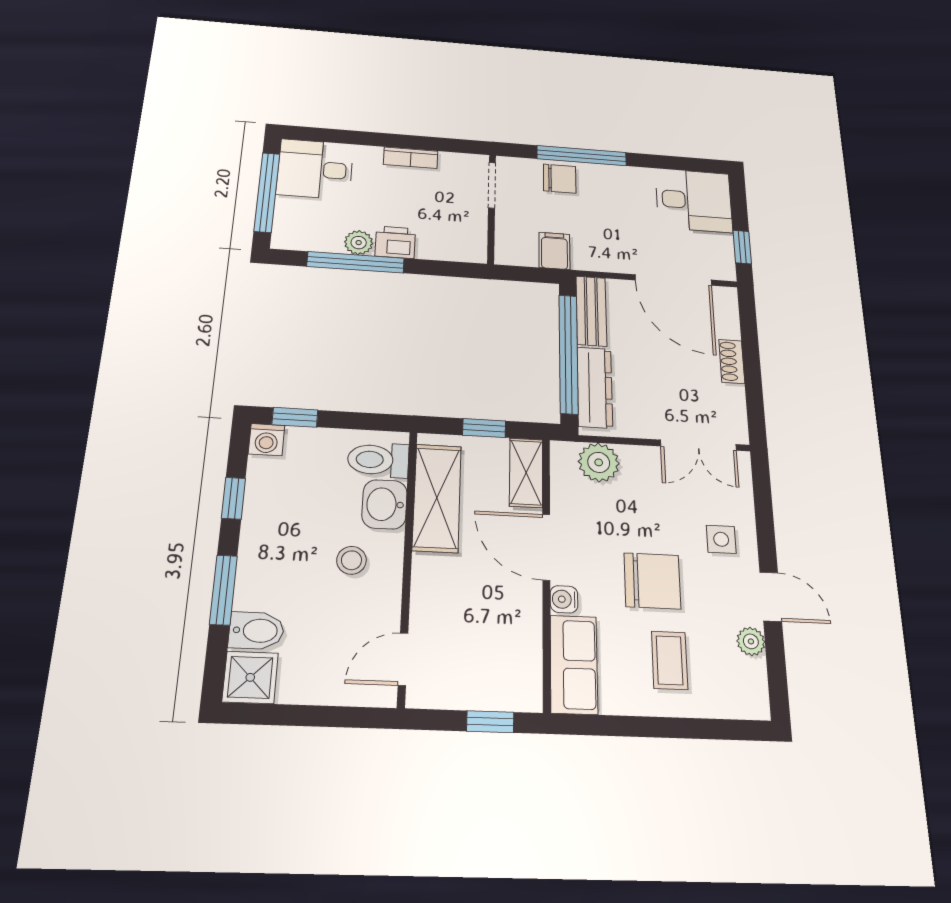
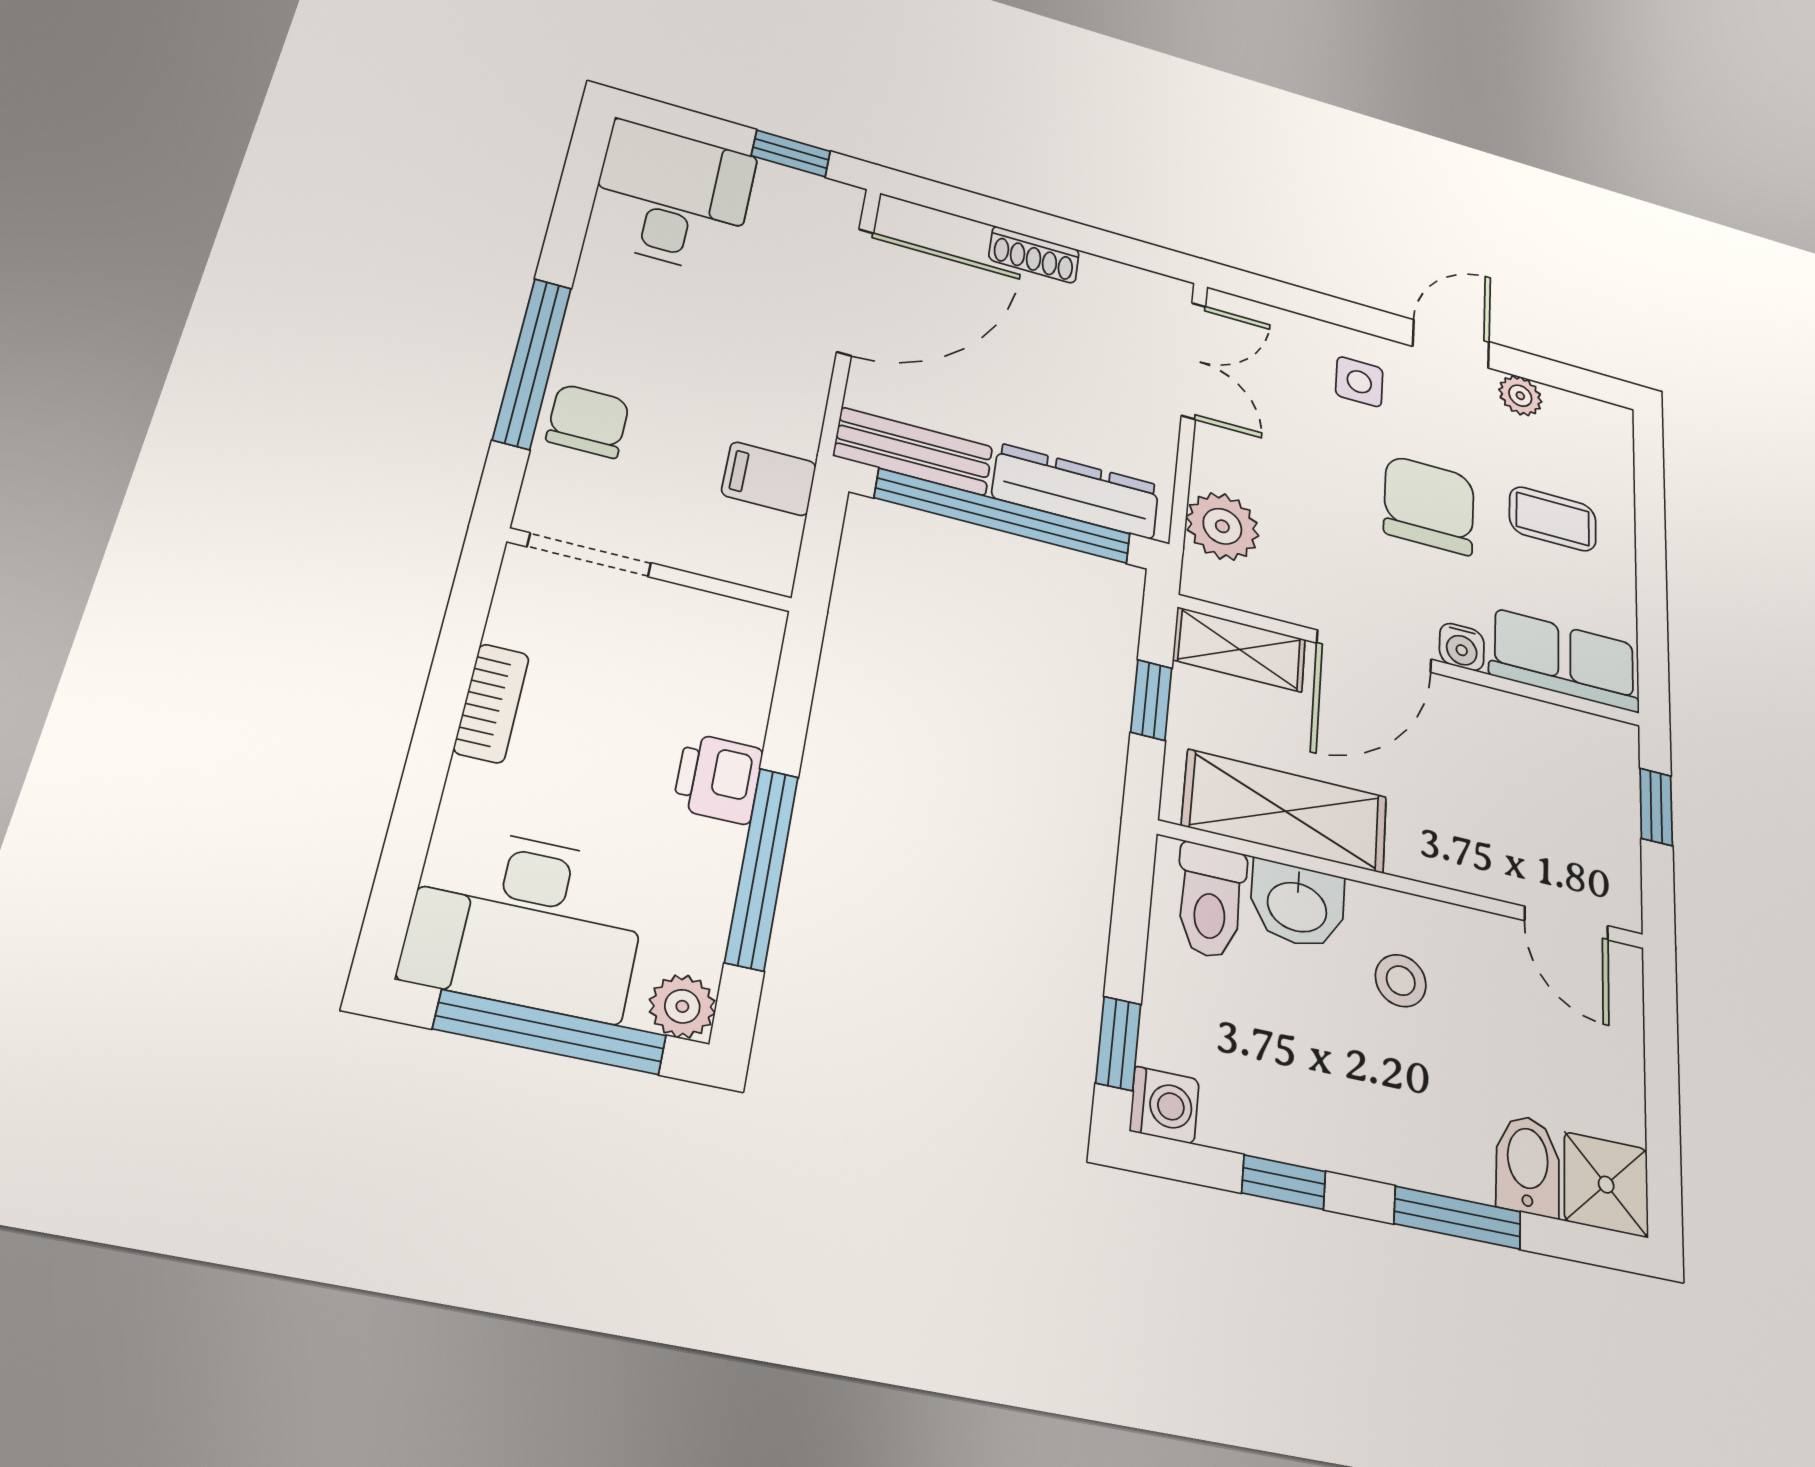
desk: (315, 169) -> (527, 922), width x1.37
plant: (359, 243) -> (682, 1006), moved

